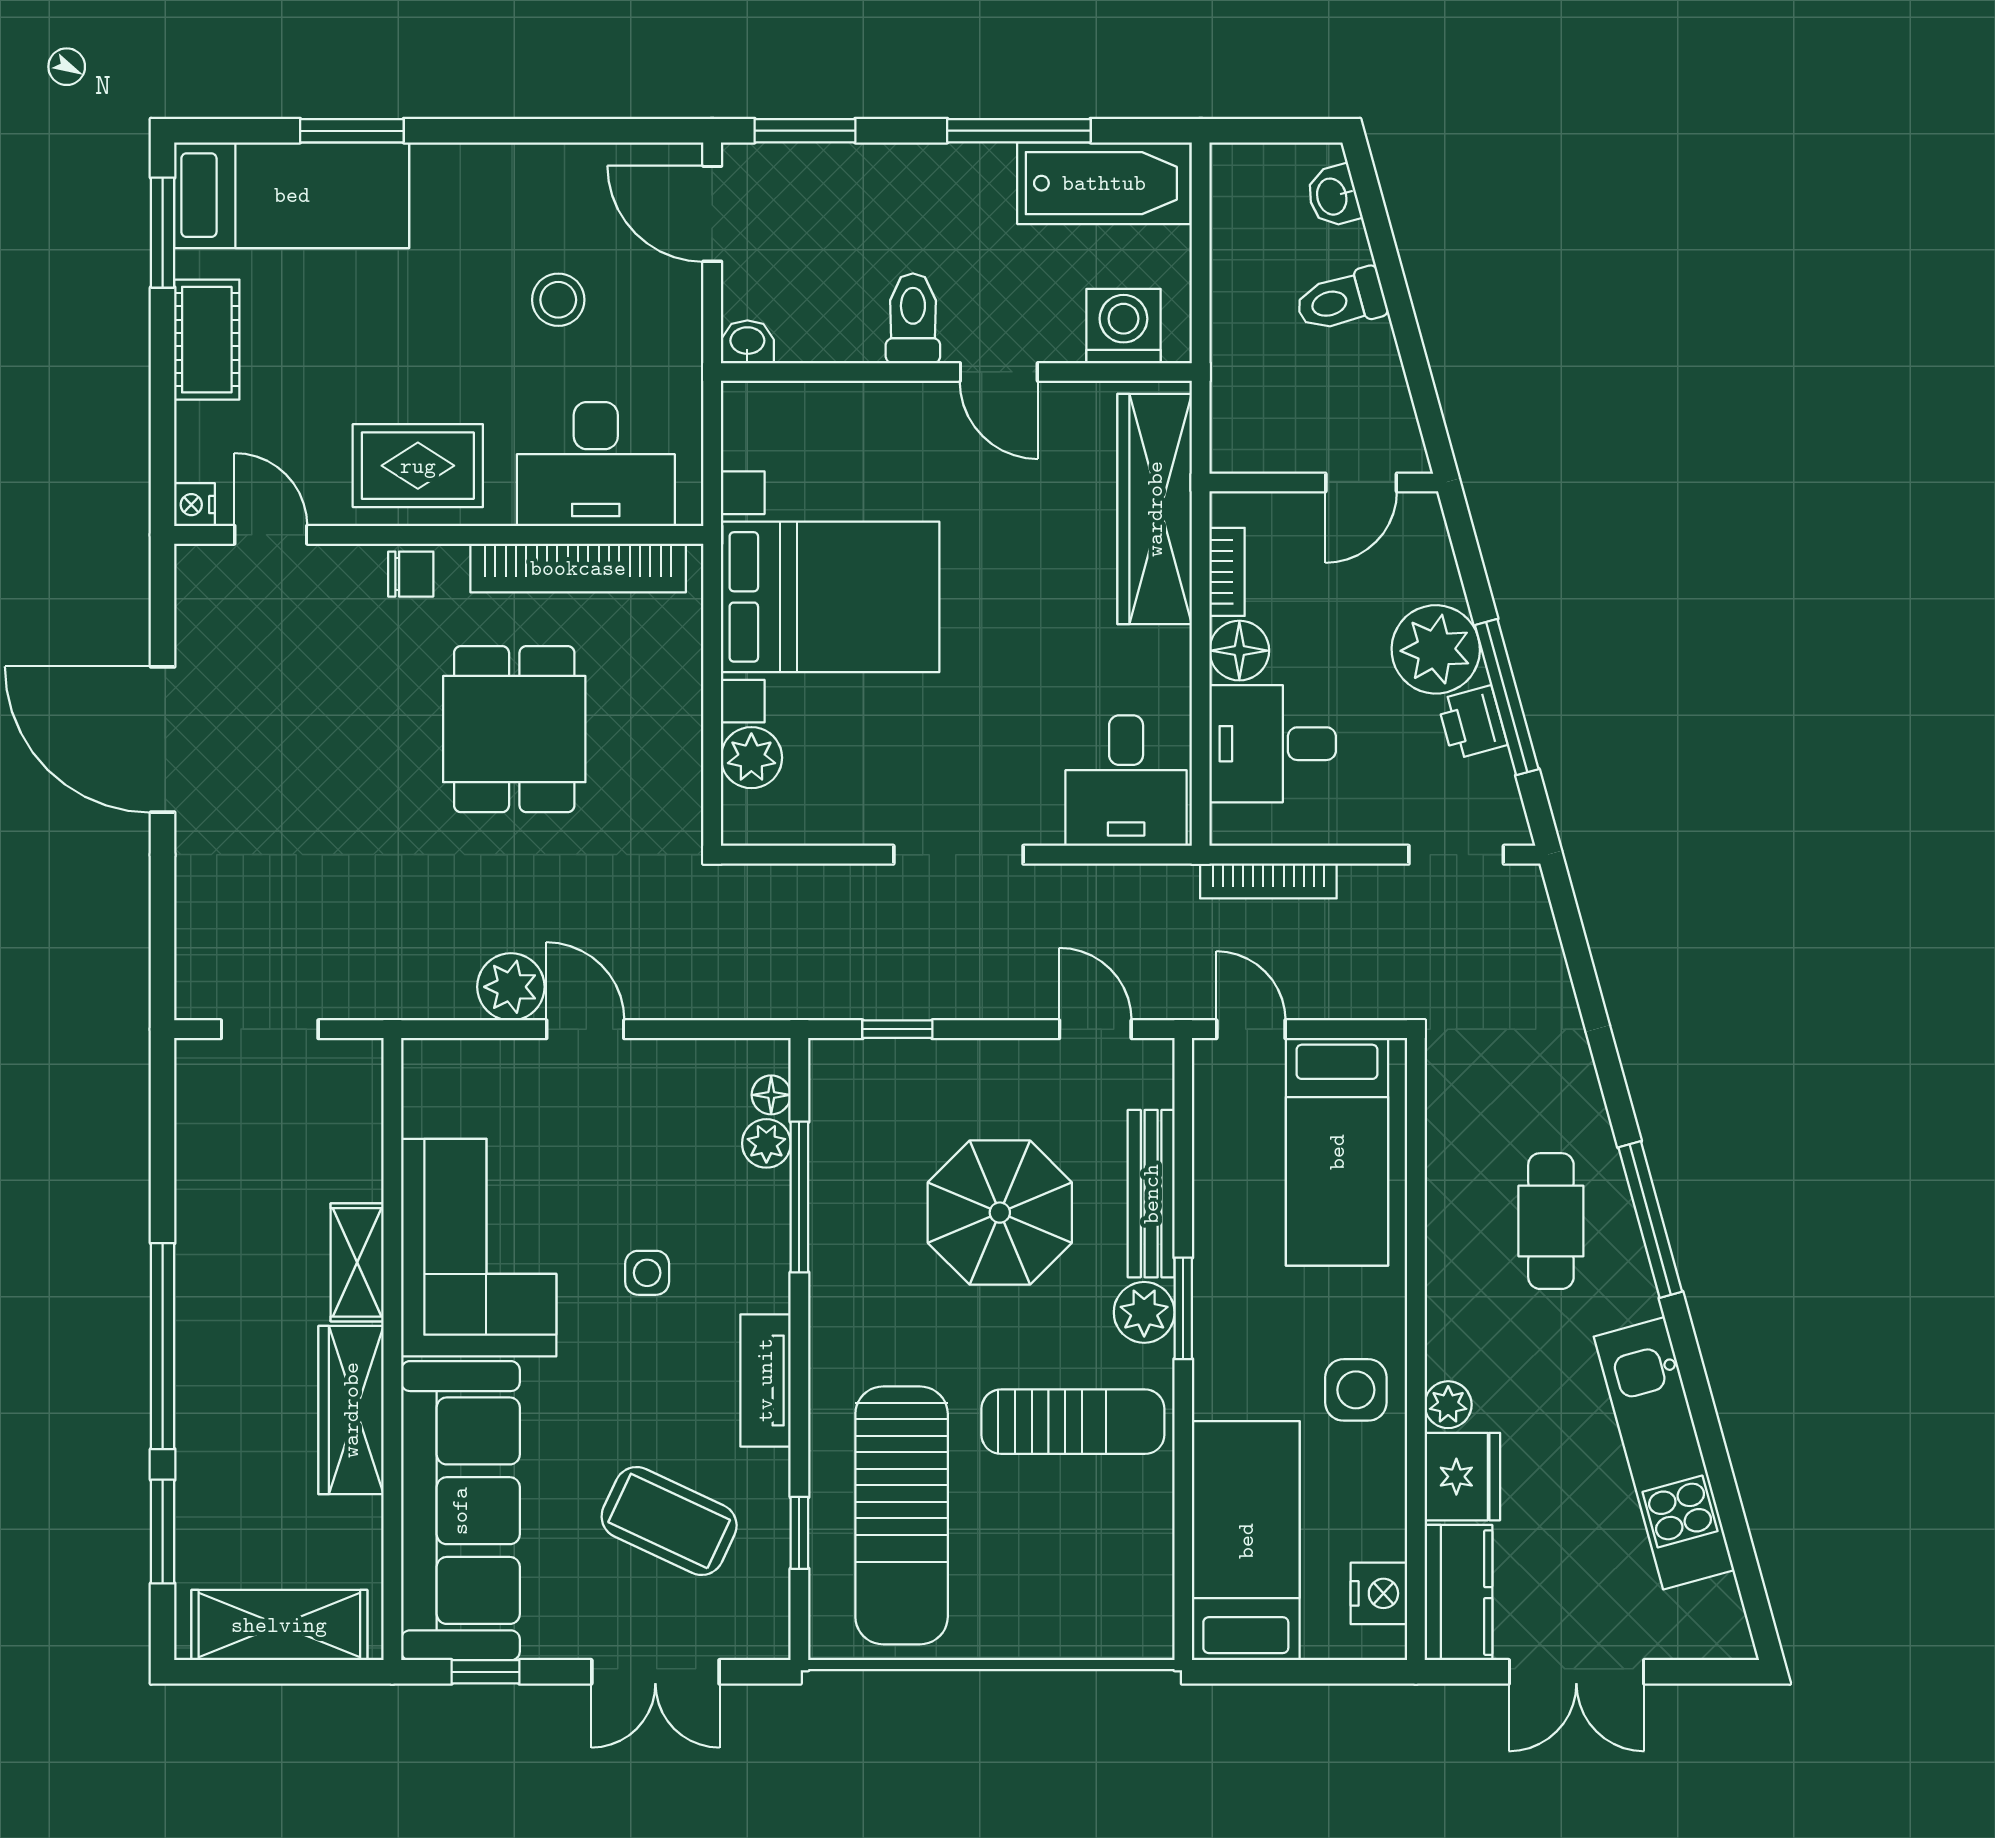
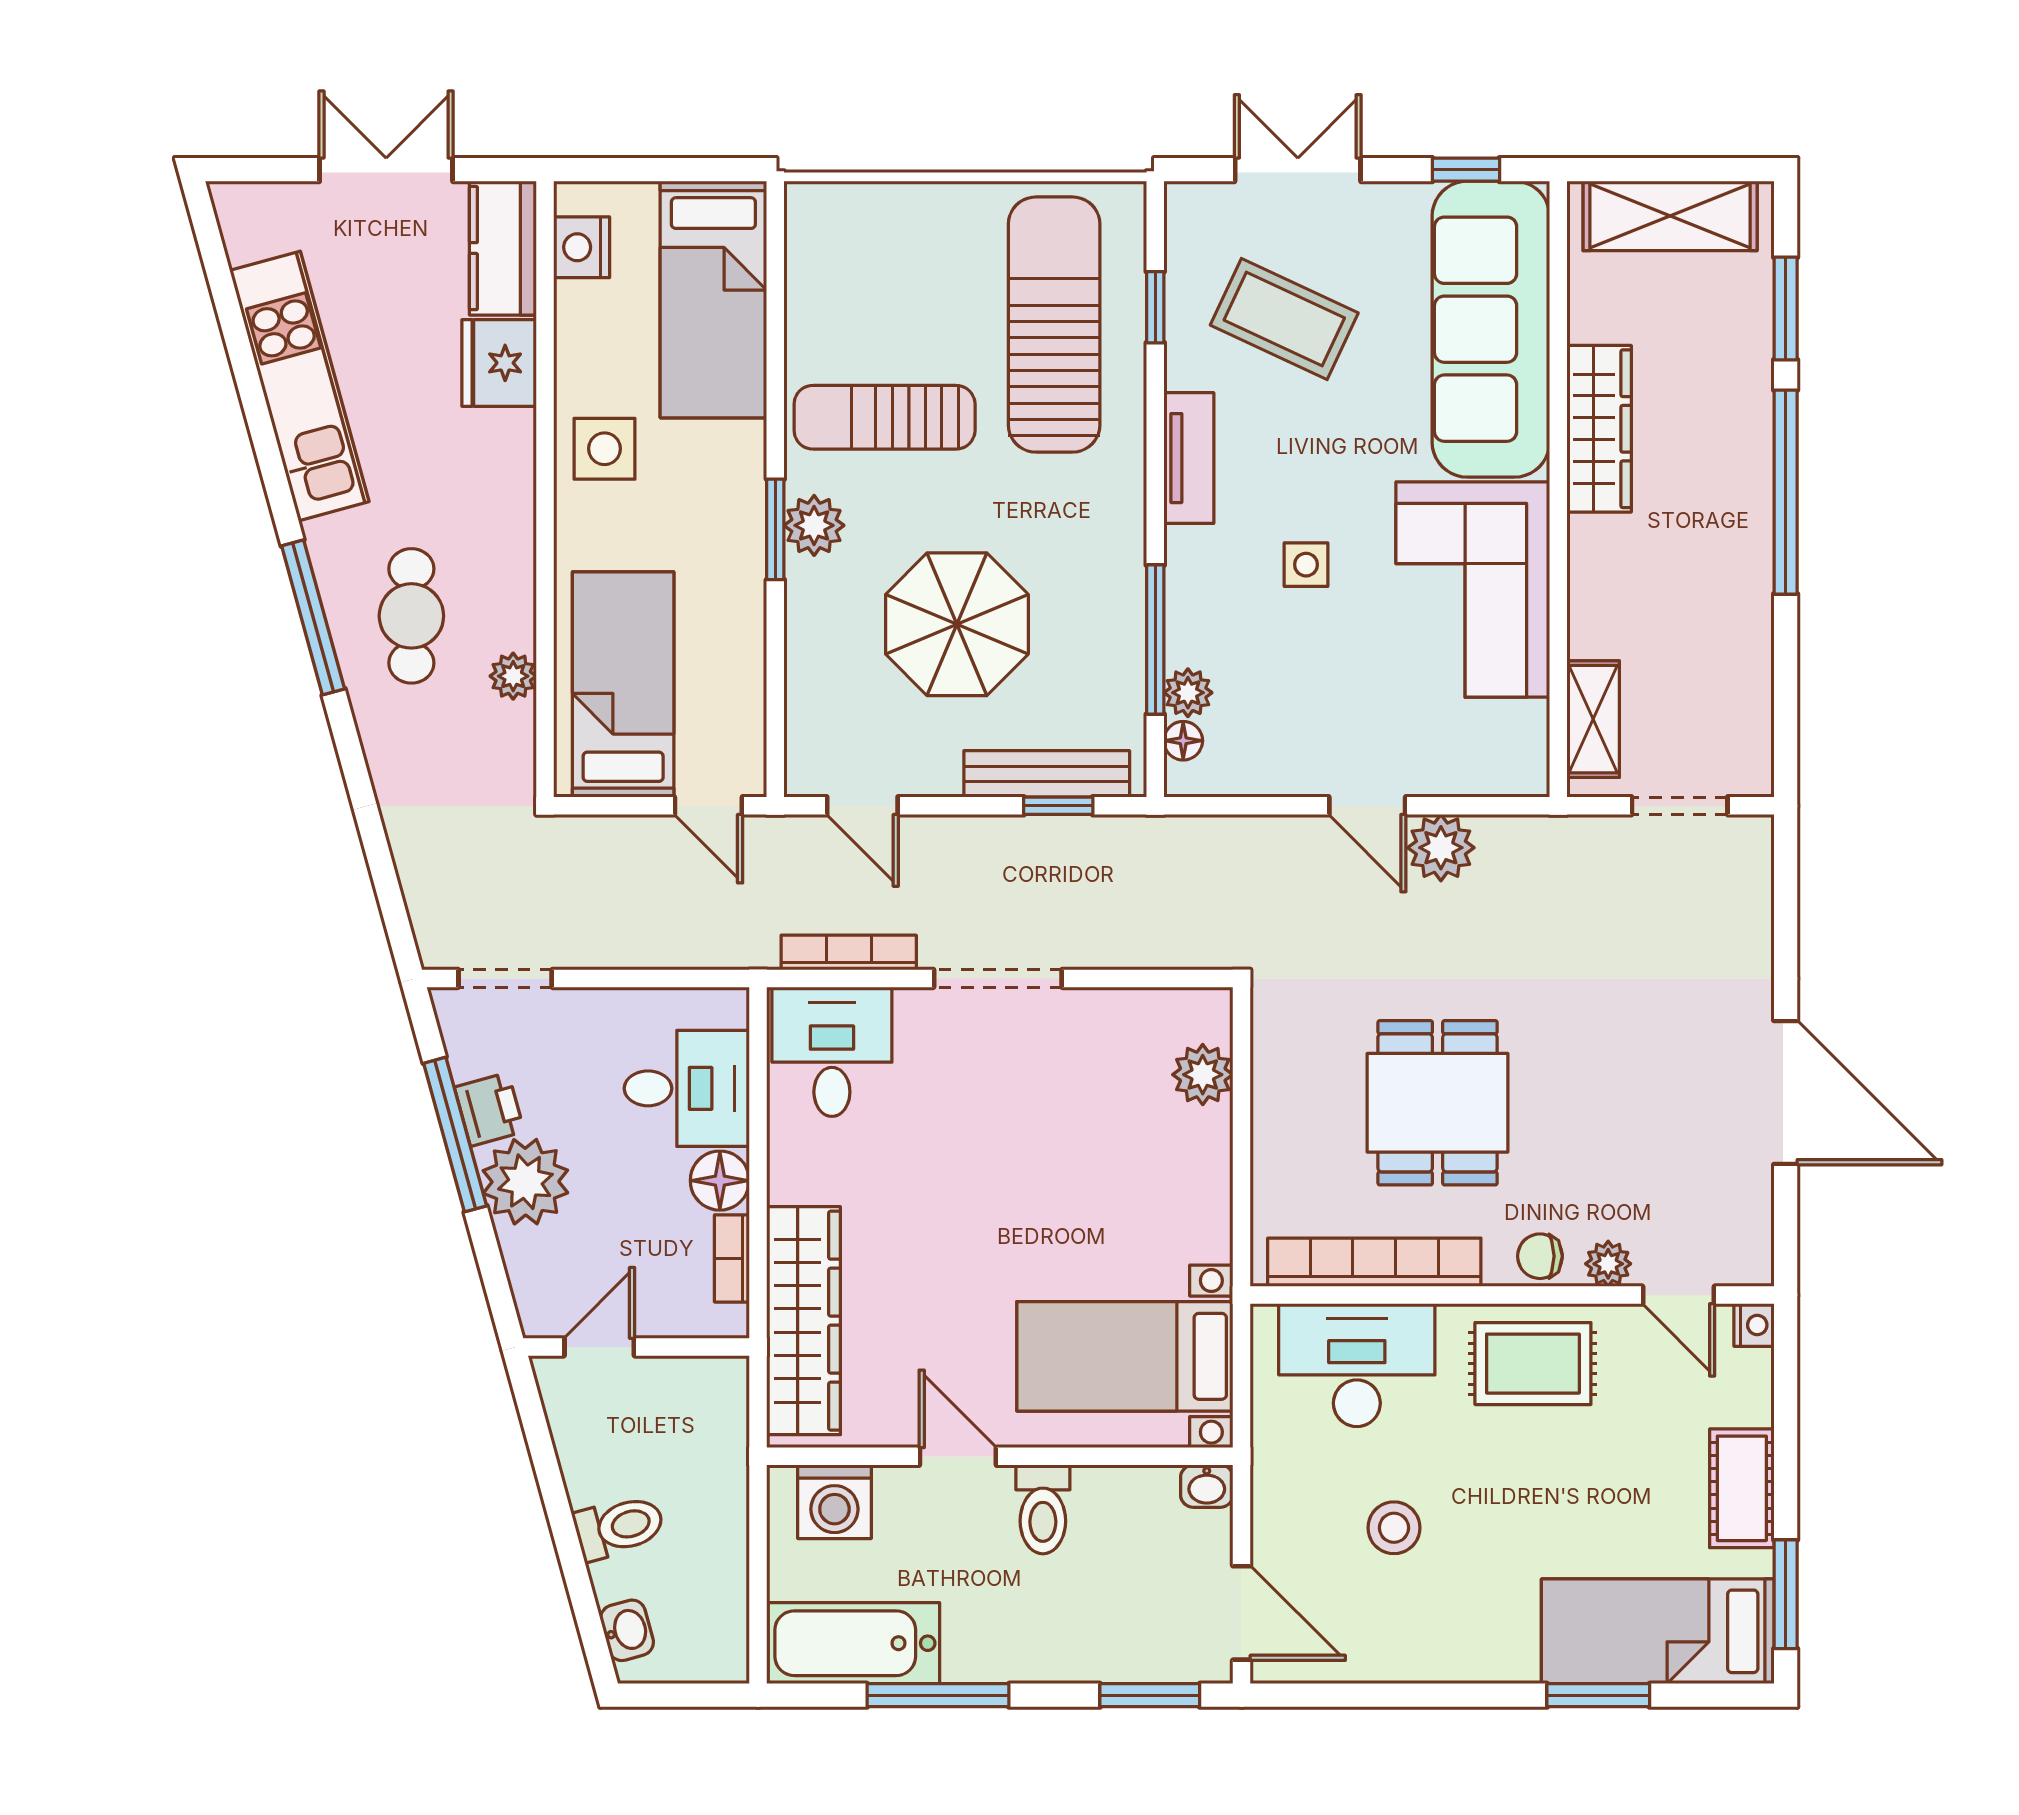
plant: (342, 566) -> (1608, 1264), added
bed with nightstands: (830, 597) -> (1125, 1356), moved, width x0.73
bookcase: (1268, 881) -> (849, 953), moved
bench: (1151, 1194) -> (1047, 774), moved, turned 90
shelving: (357, 1262) -> (1593, 719), moved
plant: (1448, 1405) -> (513, 676), moved

